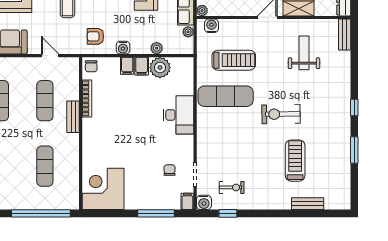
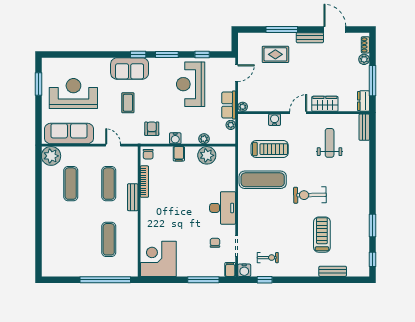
water cooler: (211, 26) -> (275, 120), moved
armchair: (95, 36) -> (152, 129), turned 90
filing cabinet: (142, 66) -> (191, 154), removed
window: (354, 108) -> (372, 259), moved
desk: (179, 115) -> (223, 208), moved

